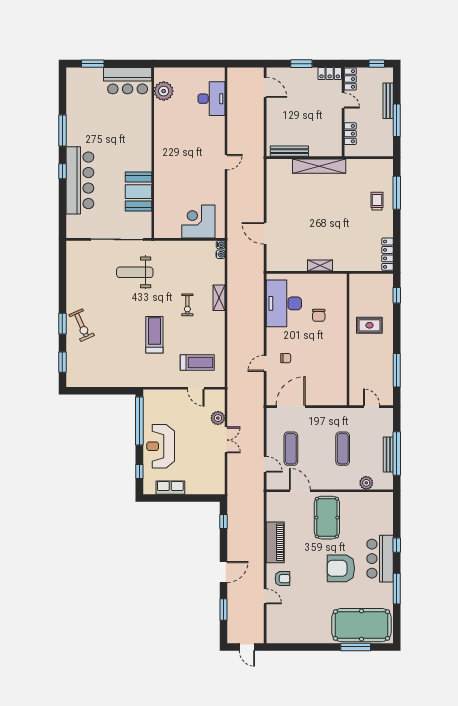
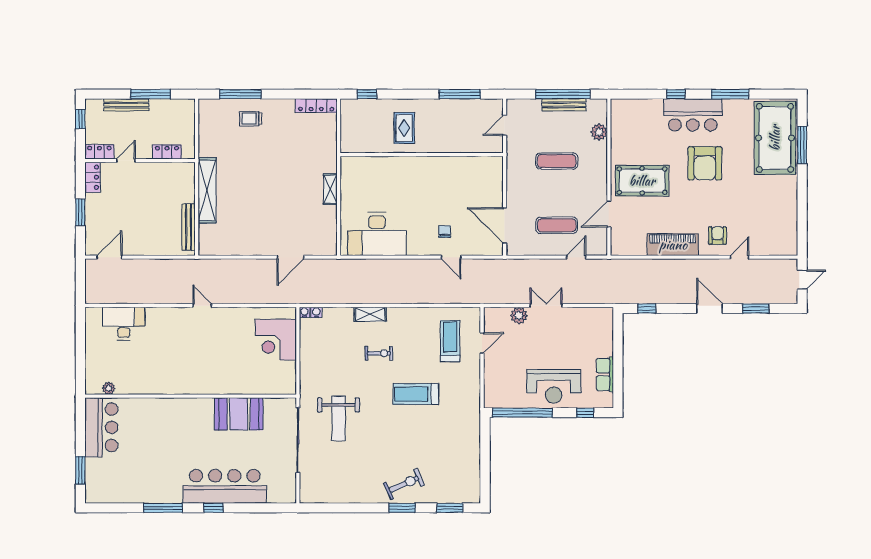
plant: (164, 91) -> (109, 388), width x0.53, depth x0.53
chair: (319, 315) -> (392, 191), removed

